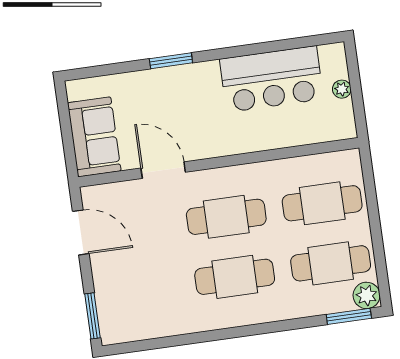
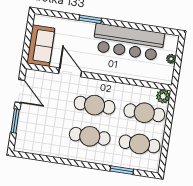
bar counter: (272, 79) -> (128, 42), width x1.36
plant: (367, 295) -> (163, 96), moved
window: (93, 316) -> (15, 121), moved
window: (349, 316) -> (122, 170), moved

